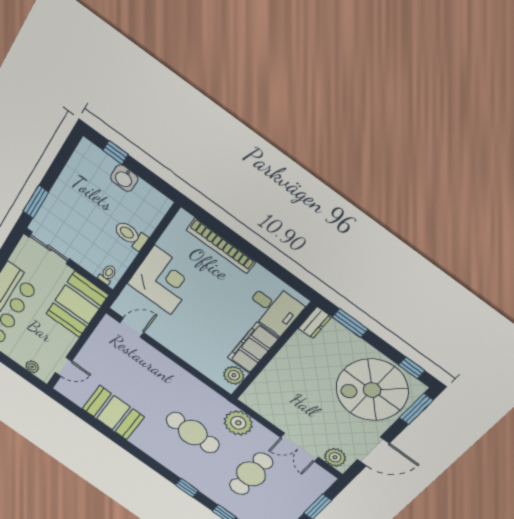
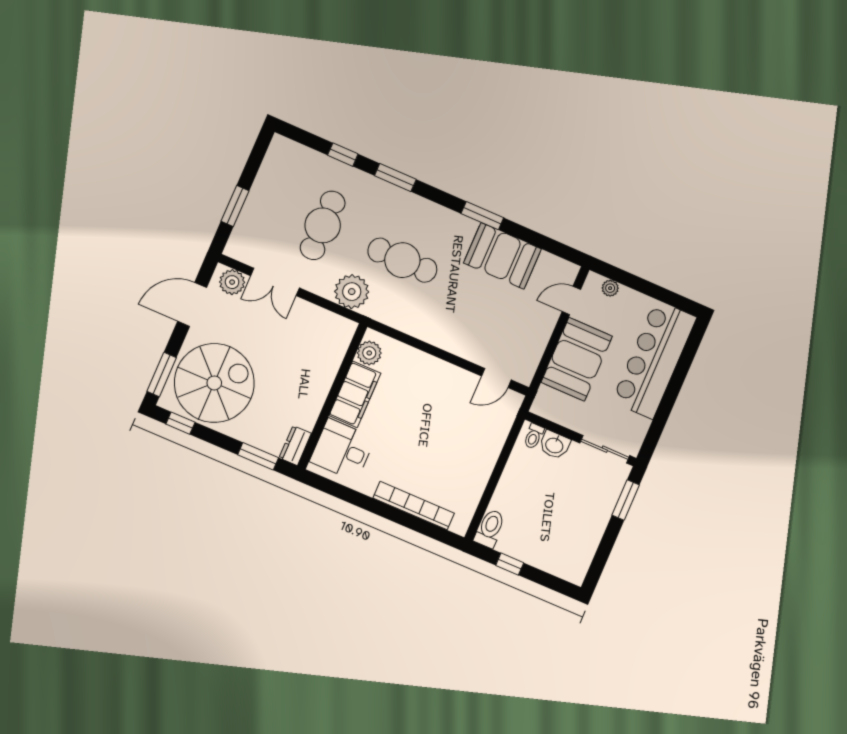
window: (116, 152) -> (510, 564), moved
washbasin: (124, 178) -> (555, 445), moved, turned 180
toilet: (131, 235) -> (490, 528), moved, turned -90
corner desk: (163, 280) -> (470, 447), removed
booth: (77, 305) -> (577, 359), moved
window: (125, 444) -> (482, 216), added
double door: (299, 447) -> (275, 282), swing flipped
window: (187, 488) -> (395, 178), width x1.50

